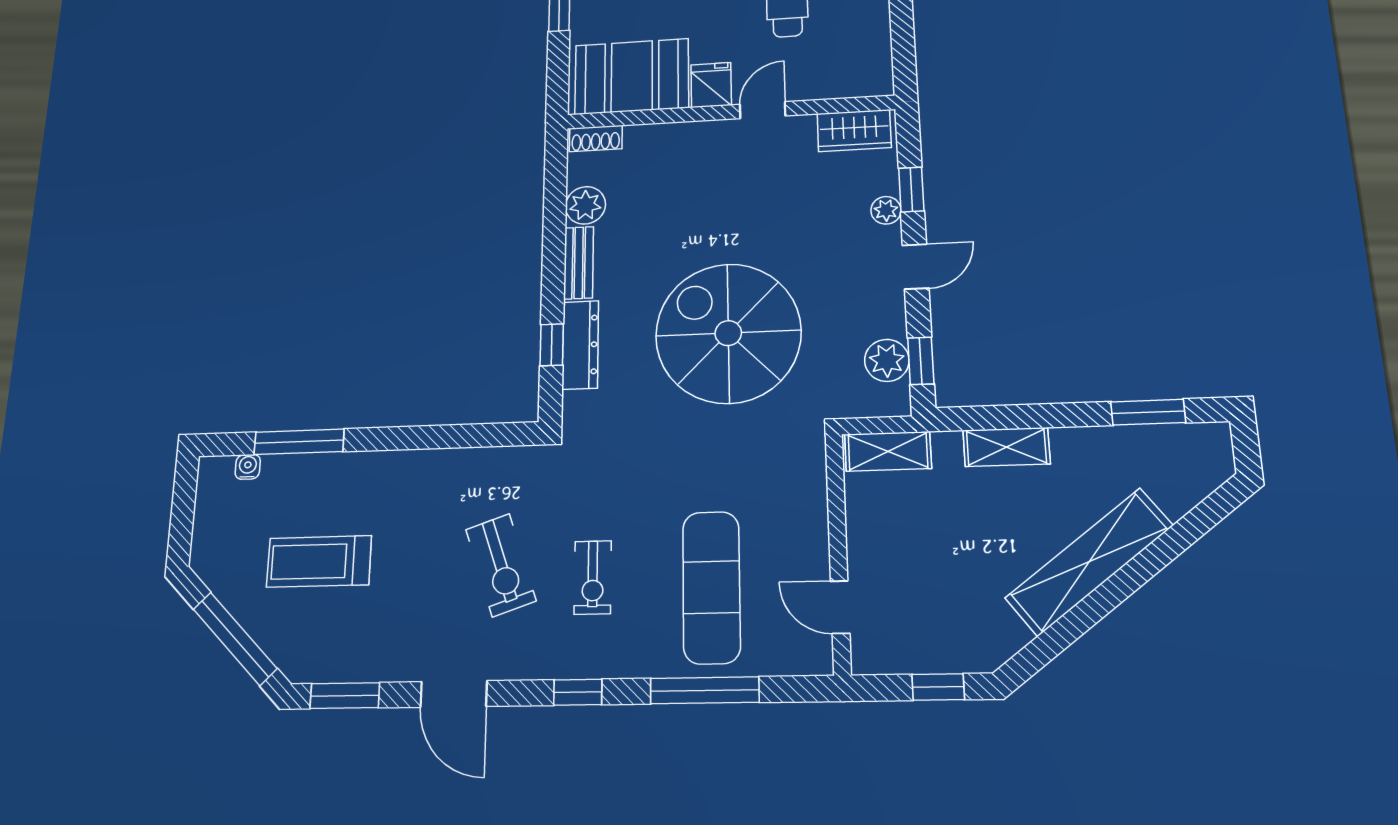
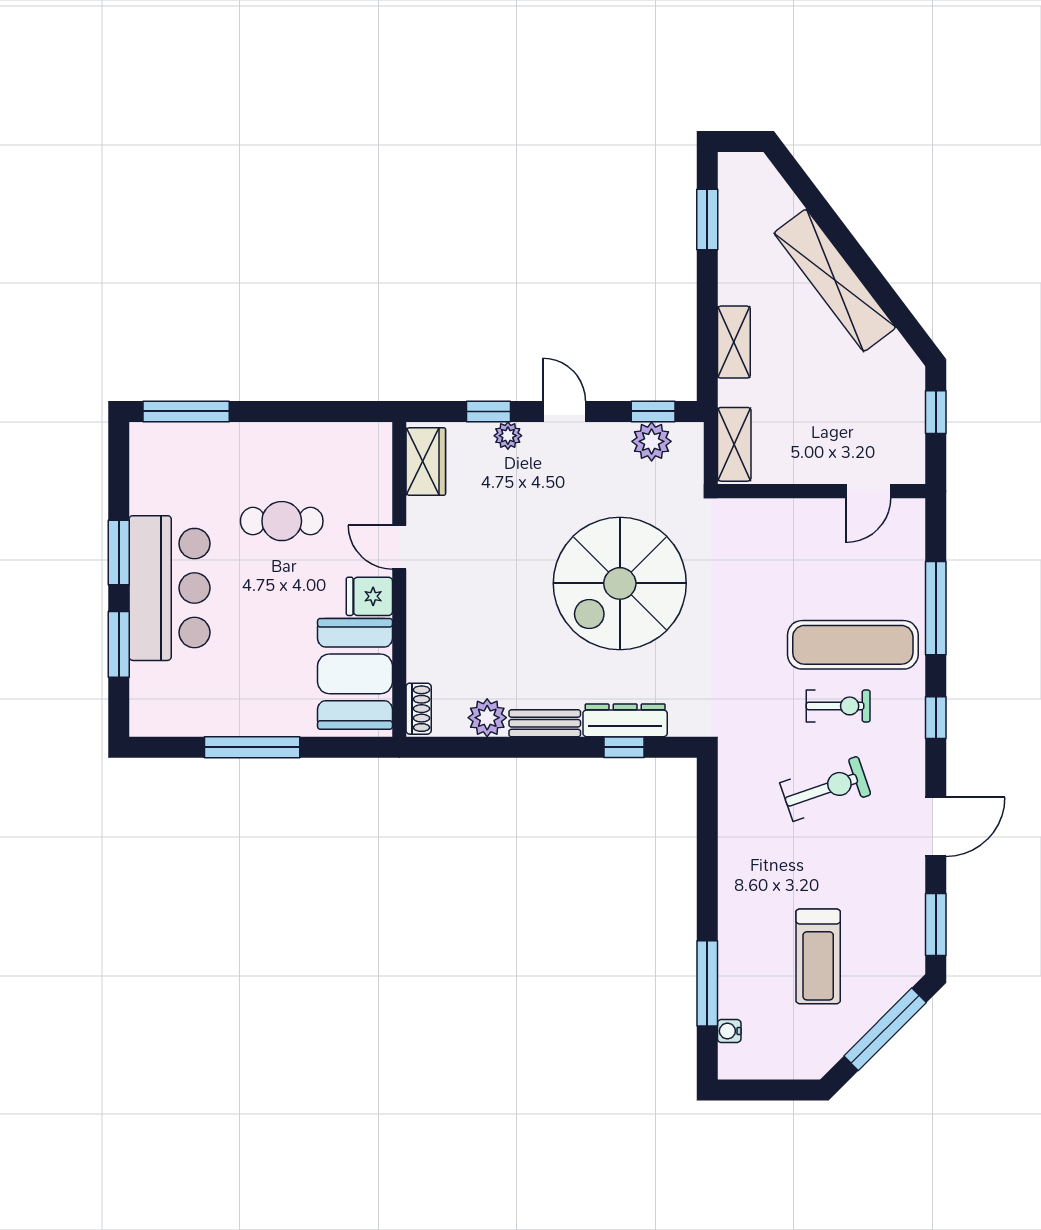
exercise mat: (711, 587) -> (853, 645), moved

